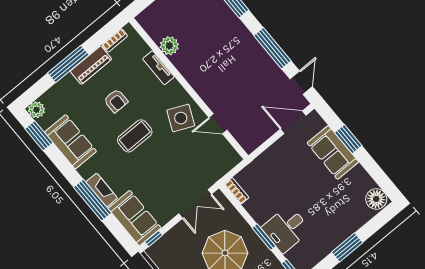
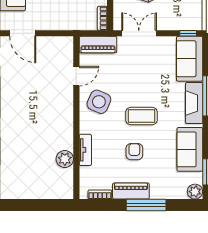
door: (218, 124) -> (76, 76), hinge flipped
piano: (222, 166) -> (98, 45), added
fireplace: (102, 190) -> (194, 103), width x1.37, depth x1.32

